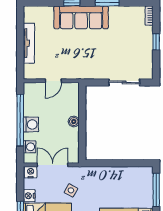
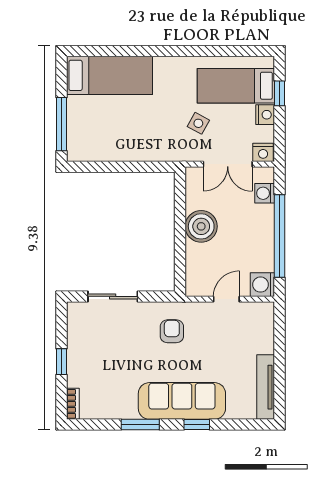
tv unit: (29, 43) -> (266, 387), moved
armchair: (87, 61) -> (172, 331), added
boiler: (74, 122) -> (201, 226), width x1.86, depth x1.86
washing machine: (31, 124) -> (262, 285), moved

